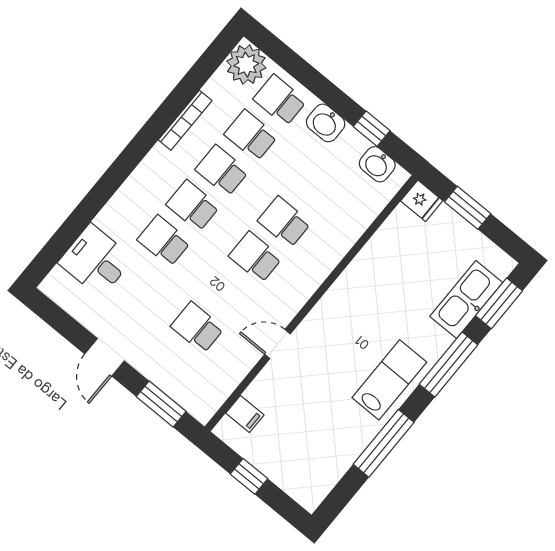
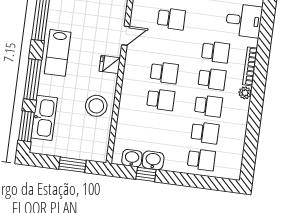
plant: (246, 65) -> (245, 93), moved, width x0.53, depth x0.53
bookcase: (185, 120) -> (250, 66), moved
washbasin: (326, 123) -> (153, 160), moved
fridge: (422, 201) -> (110, 64), moved
stool: (381, 270) -> (96, 106), added

